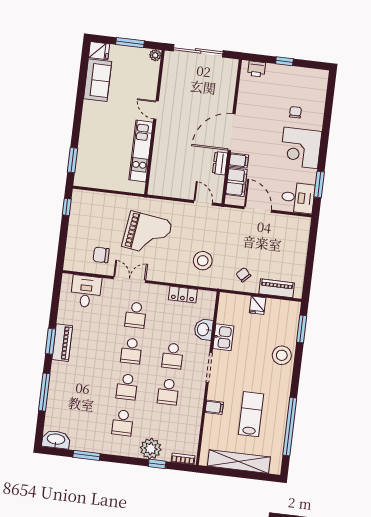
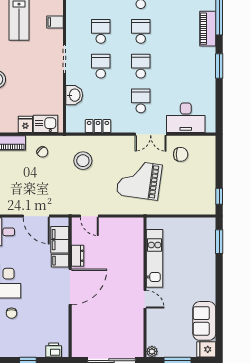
desk: (86, 291) -> (186, 118), width x1.37
kitchen sink: (223, 337) -> (45, 124), moved, turned 90
piano: (62, 343) -> (208, 29), moved

